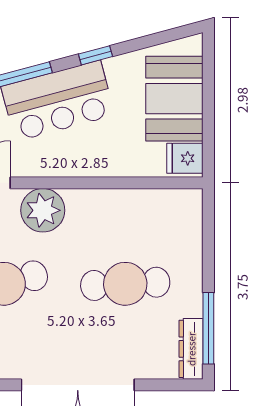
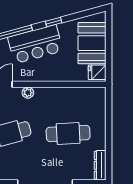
plant: (43, 210) -> (28, 93), width x0.53, depth x0.53
window: (208, 328) -> (109, 155), removed

